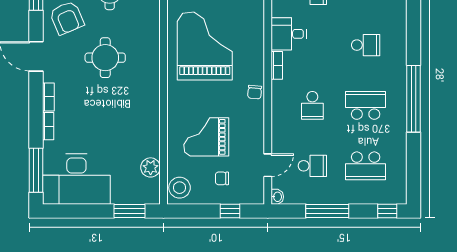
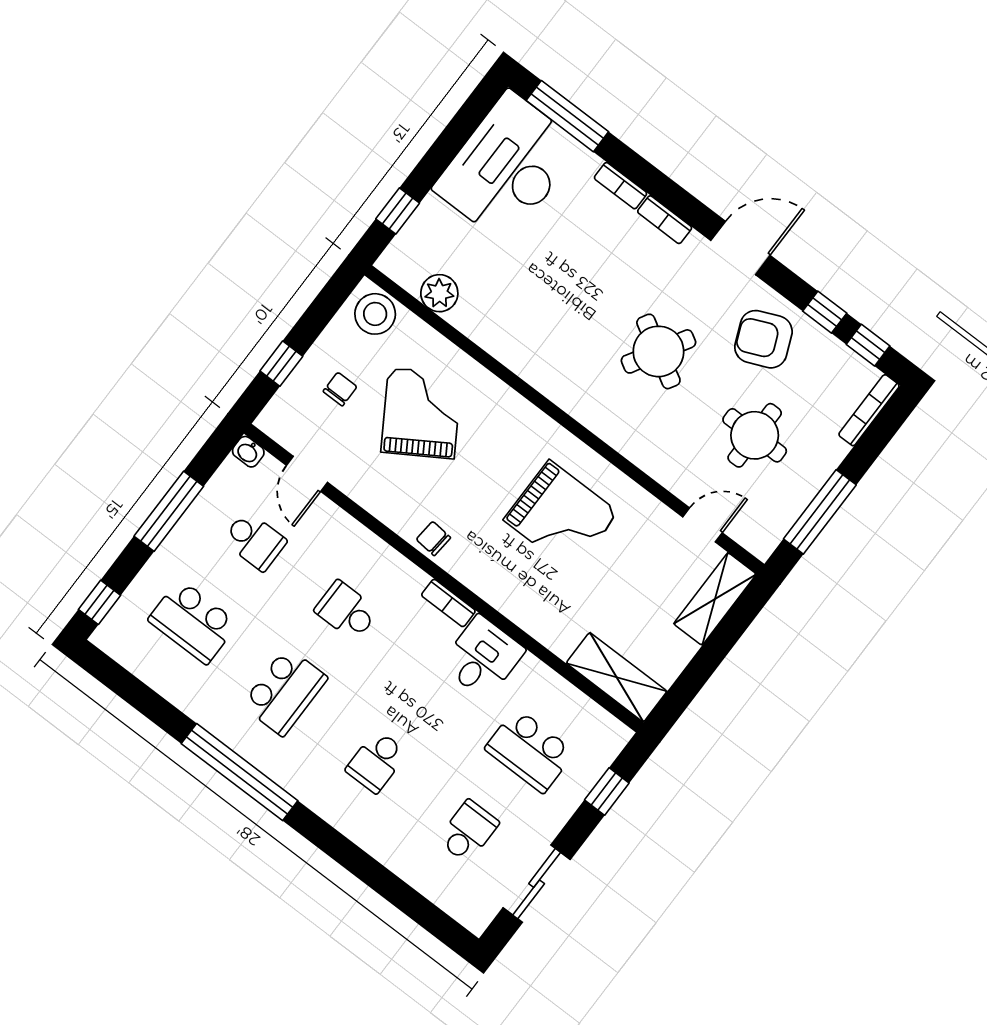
grand piano: (205, 46) -> (561, 516), width x0.73, depth x0.68
round table: (105, 58) -> (658, 351), turned 30
grand piano: (206, 137) -> (421, 413), turned -32
school desk: (312, 166) -> (255, 541), turned -90
school desk: (366, 166) -> (193, 622), turned -90
window: (129, 211) -> (398, 211), width x0.67

